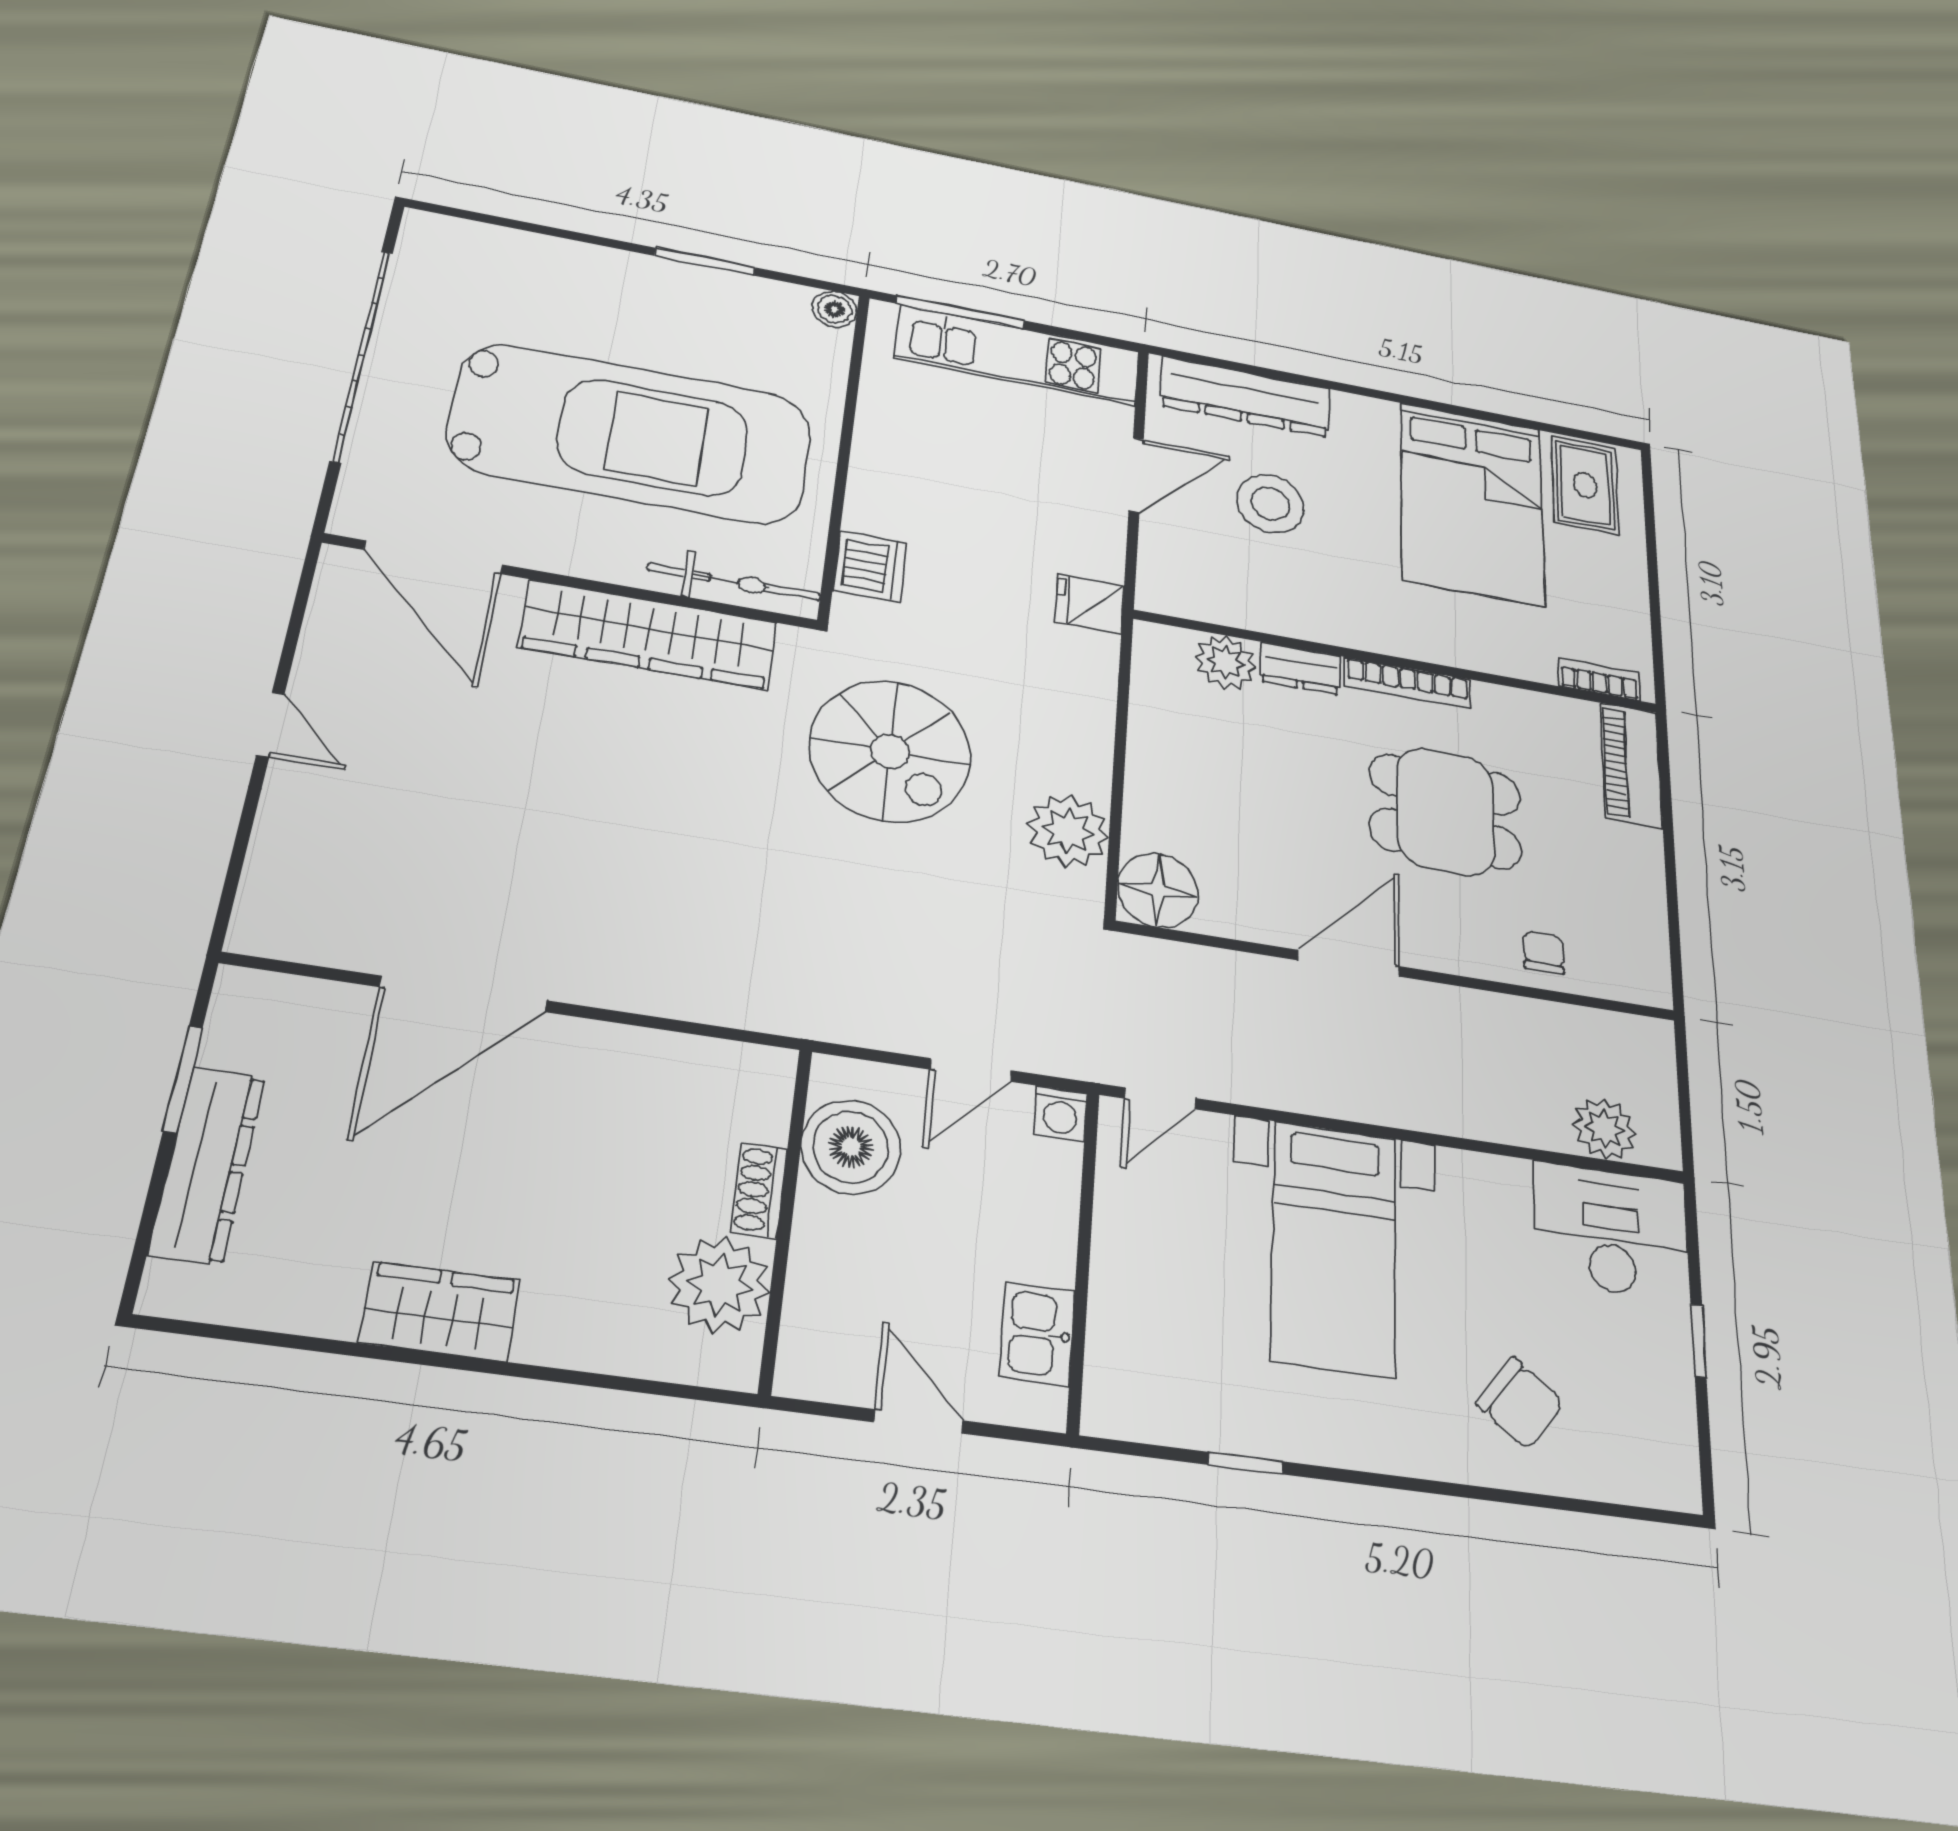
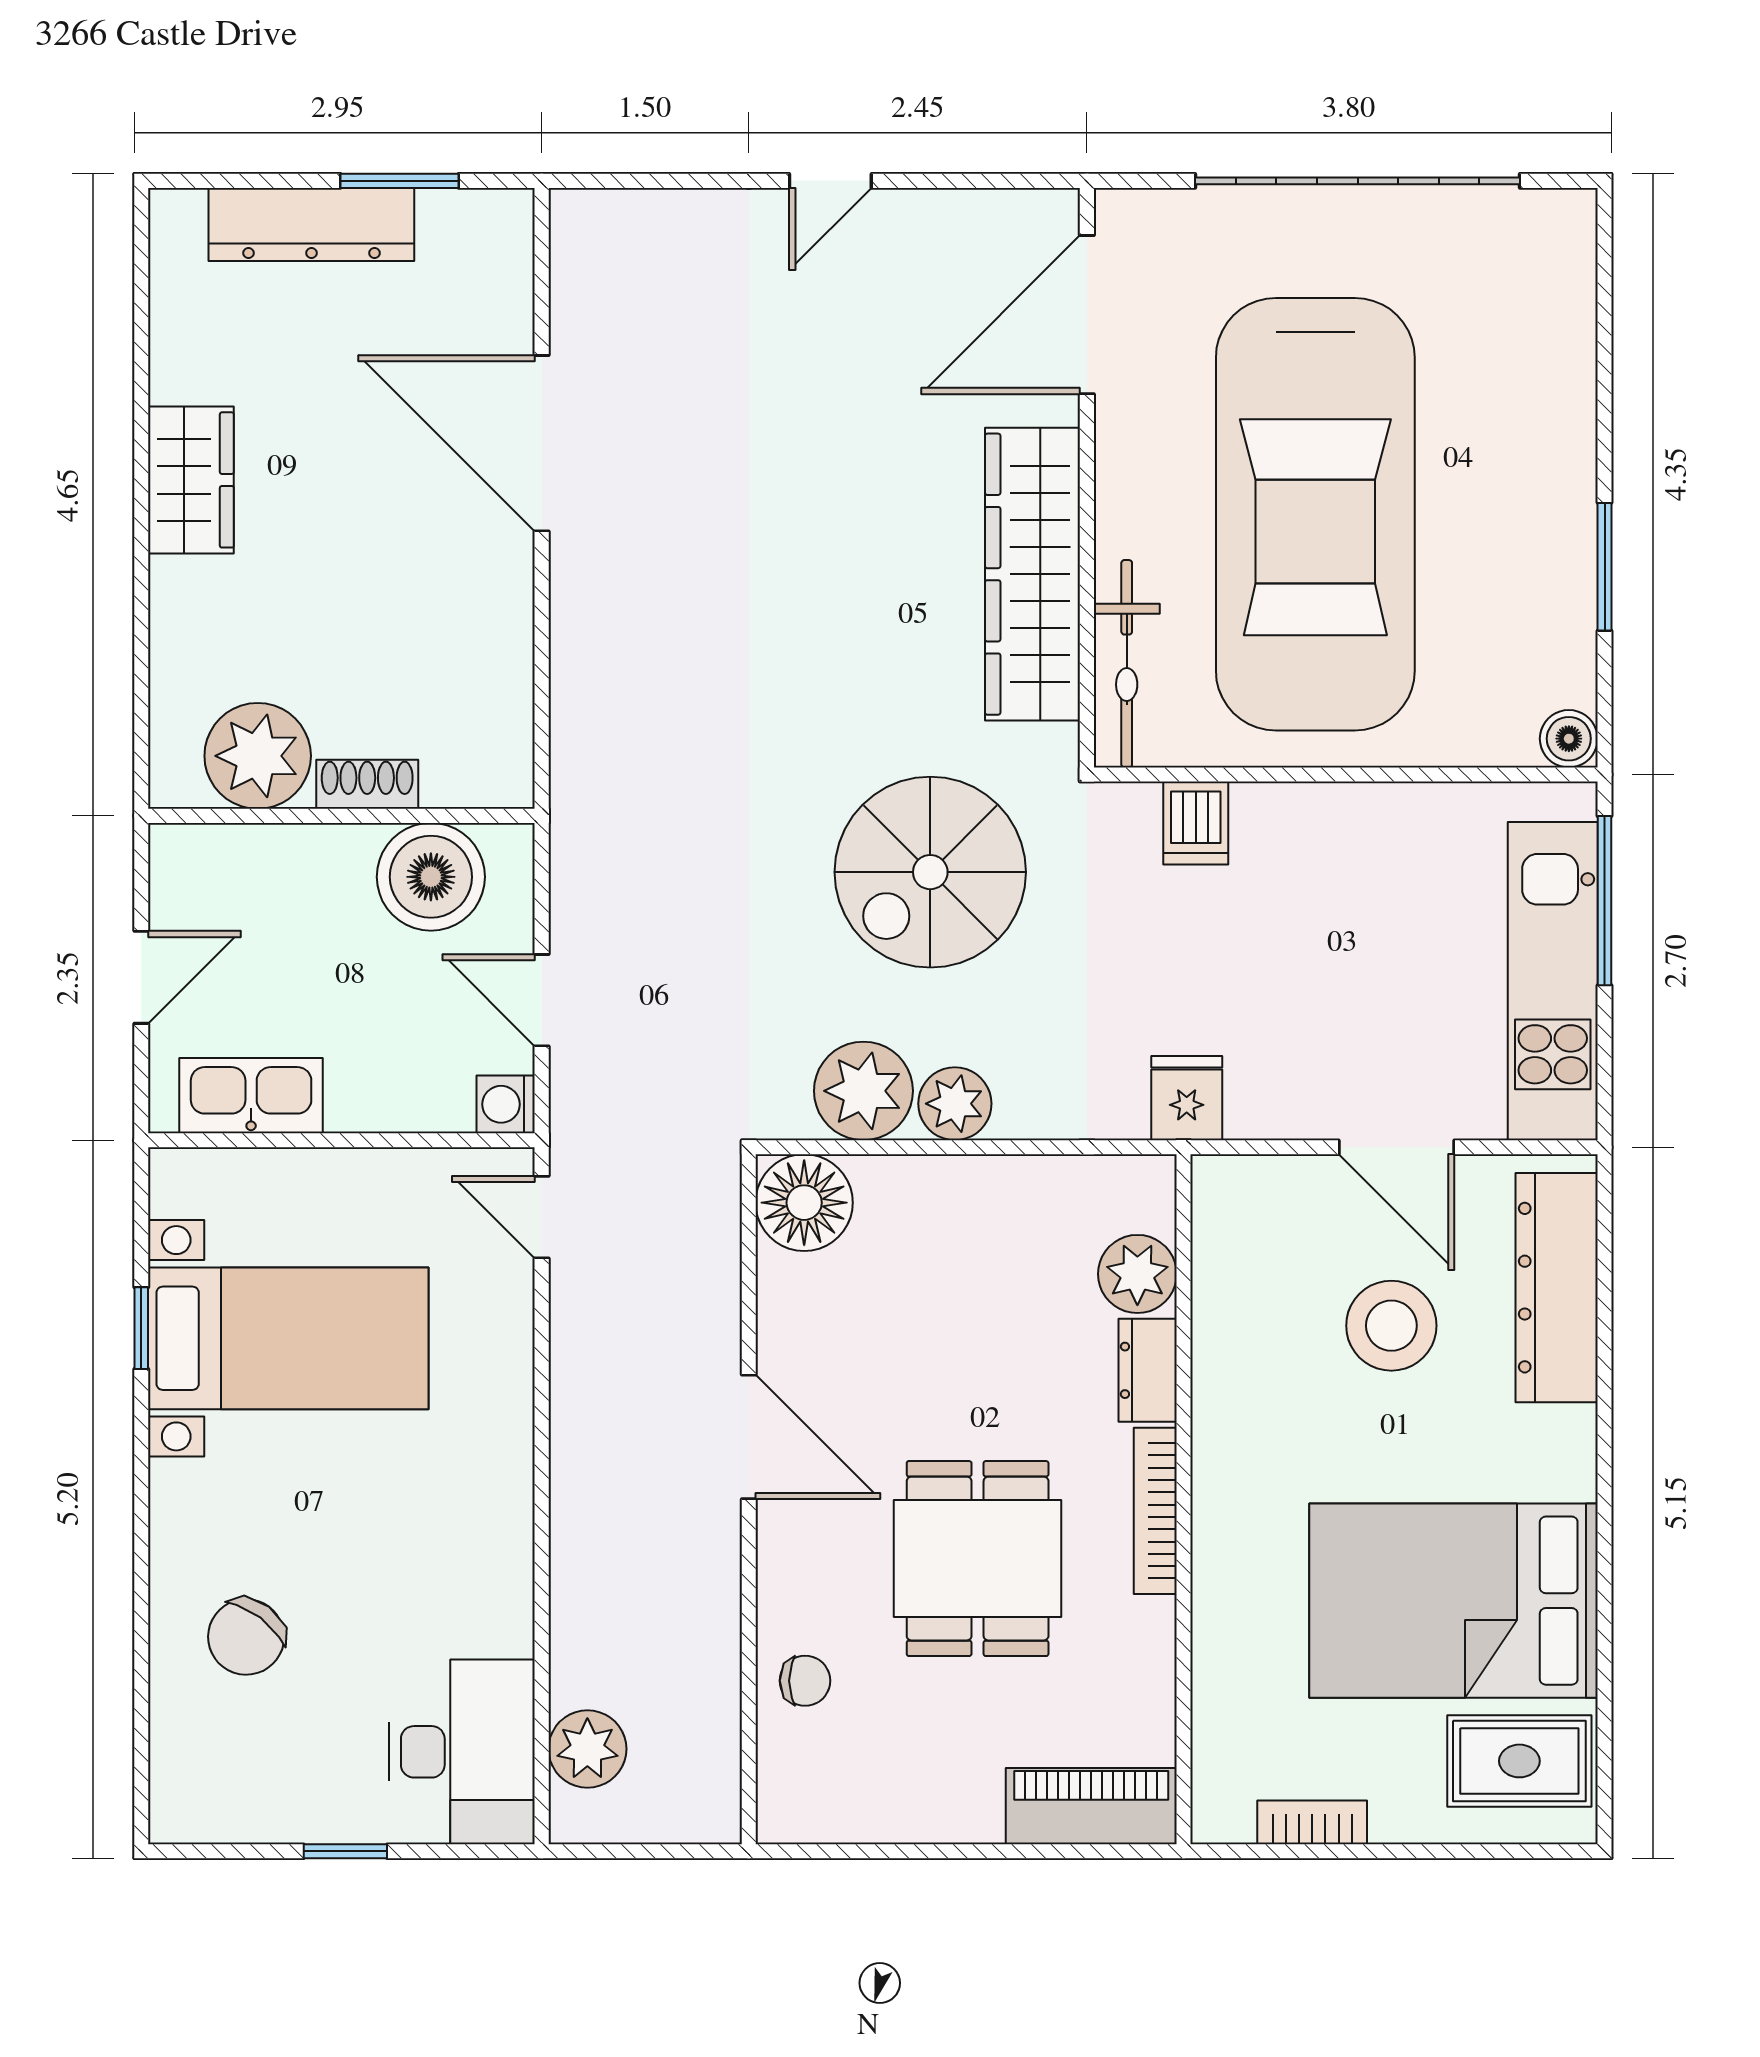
dishwasher: (870, 567) -> (1196, 823), width x0.73
bookcase: (1599, 679) -> (1312, 1822), moved, turned -90
plant: (1083, 766) -> (955, 1104), added
bed with nightstands: (1334, 1247) -> (288, 1338), moved, turned 180
kitchen sink: (1037, 1334) -> (251, 1096), width x1.38

